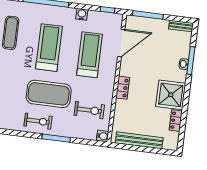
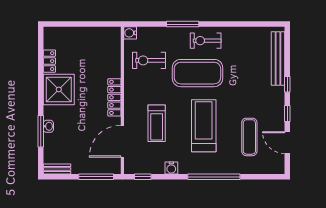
treadmill: (49, 48) -> (204, 126), turned 180
treadmill: (90, 55) -> (157, 123), width x0.73, depth x0.73
locker: (123, 88) -> (114, 97), width x1.53
bench: (139, 140) -> (88, 33), removed

